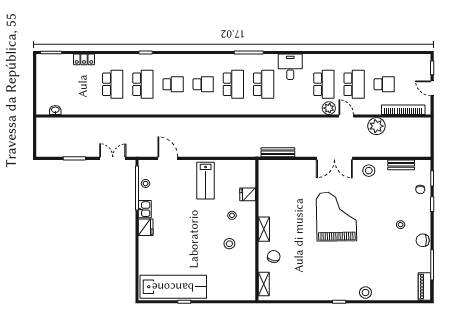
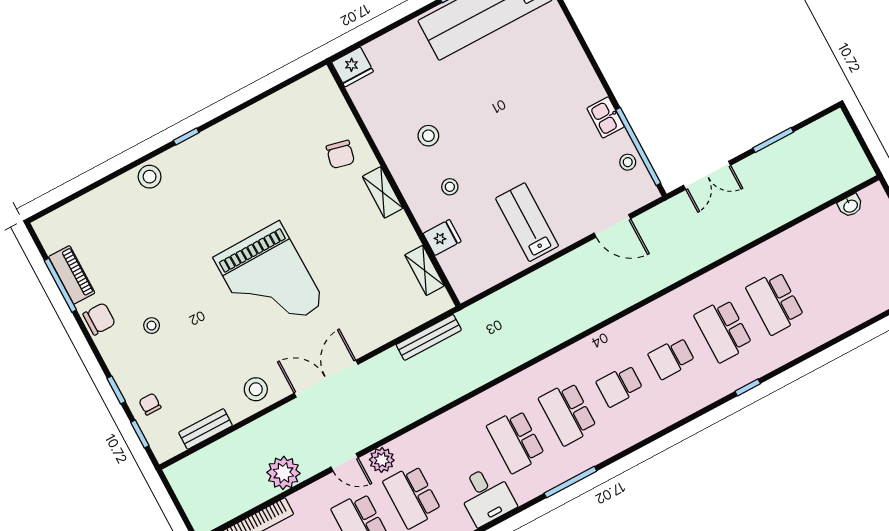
locker: (84, 59) -> (847, 319), removed
fridge: (146, 227) -> (353, 67), moved, turned -90
shelving: (264, 284) -> (425, 270), moved
piano: (424, 287) -> (72, 275), moved

